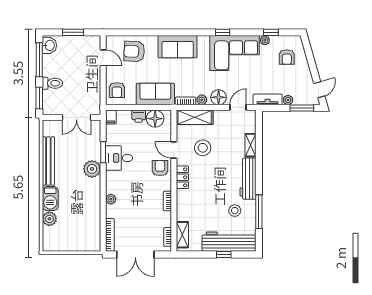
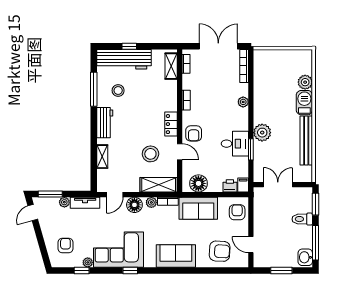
printer: (139, 116) -> (230, 186), moved
workbench: (248, 179) -> (105, 123), width x0.73

